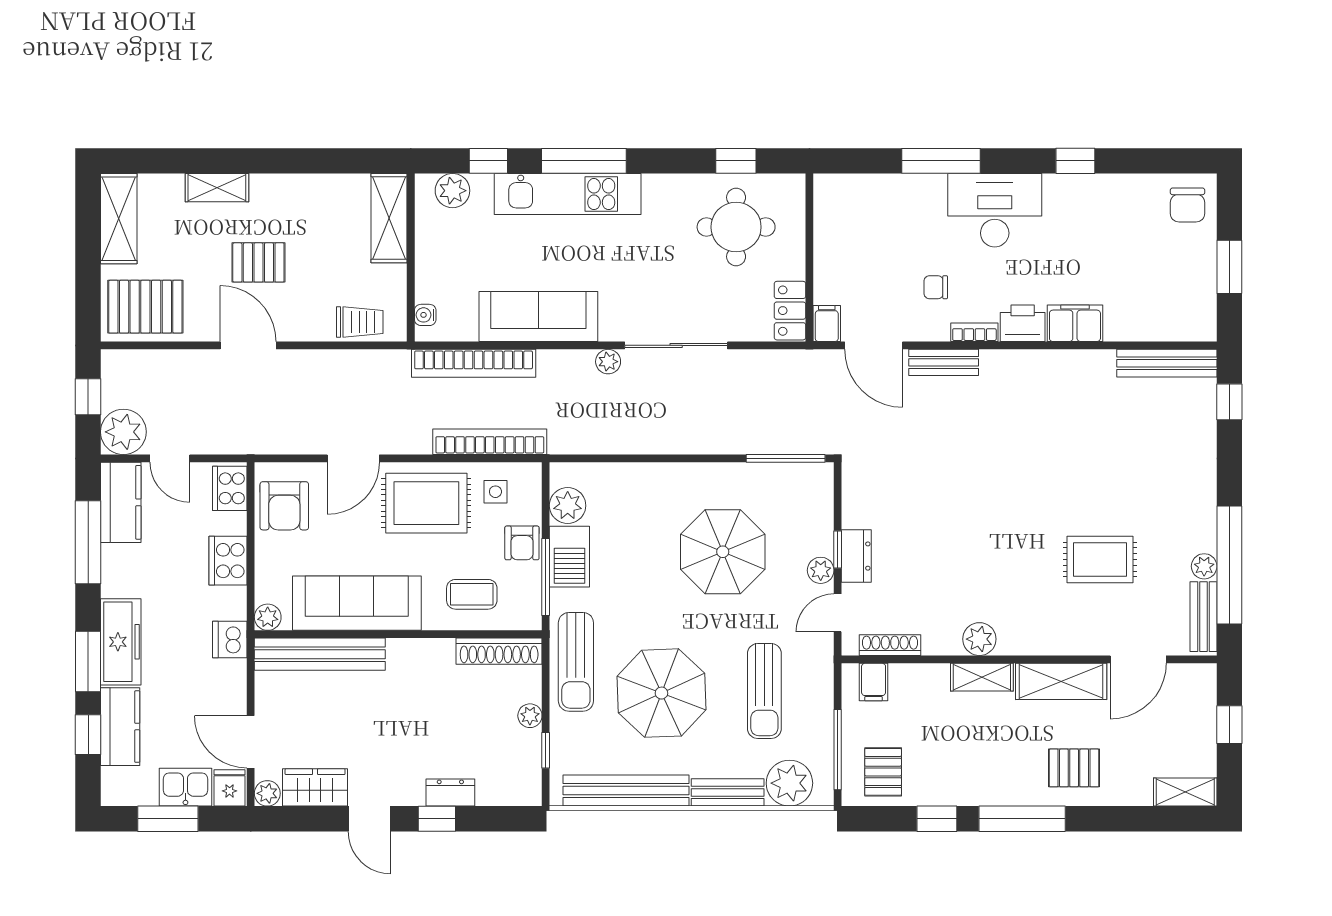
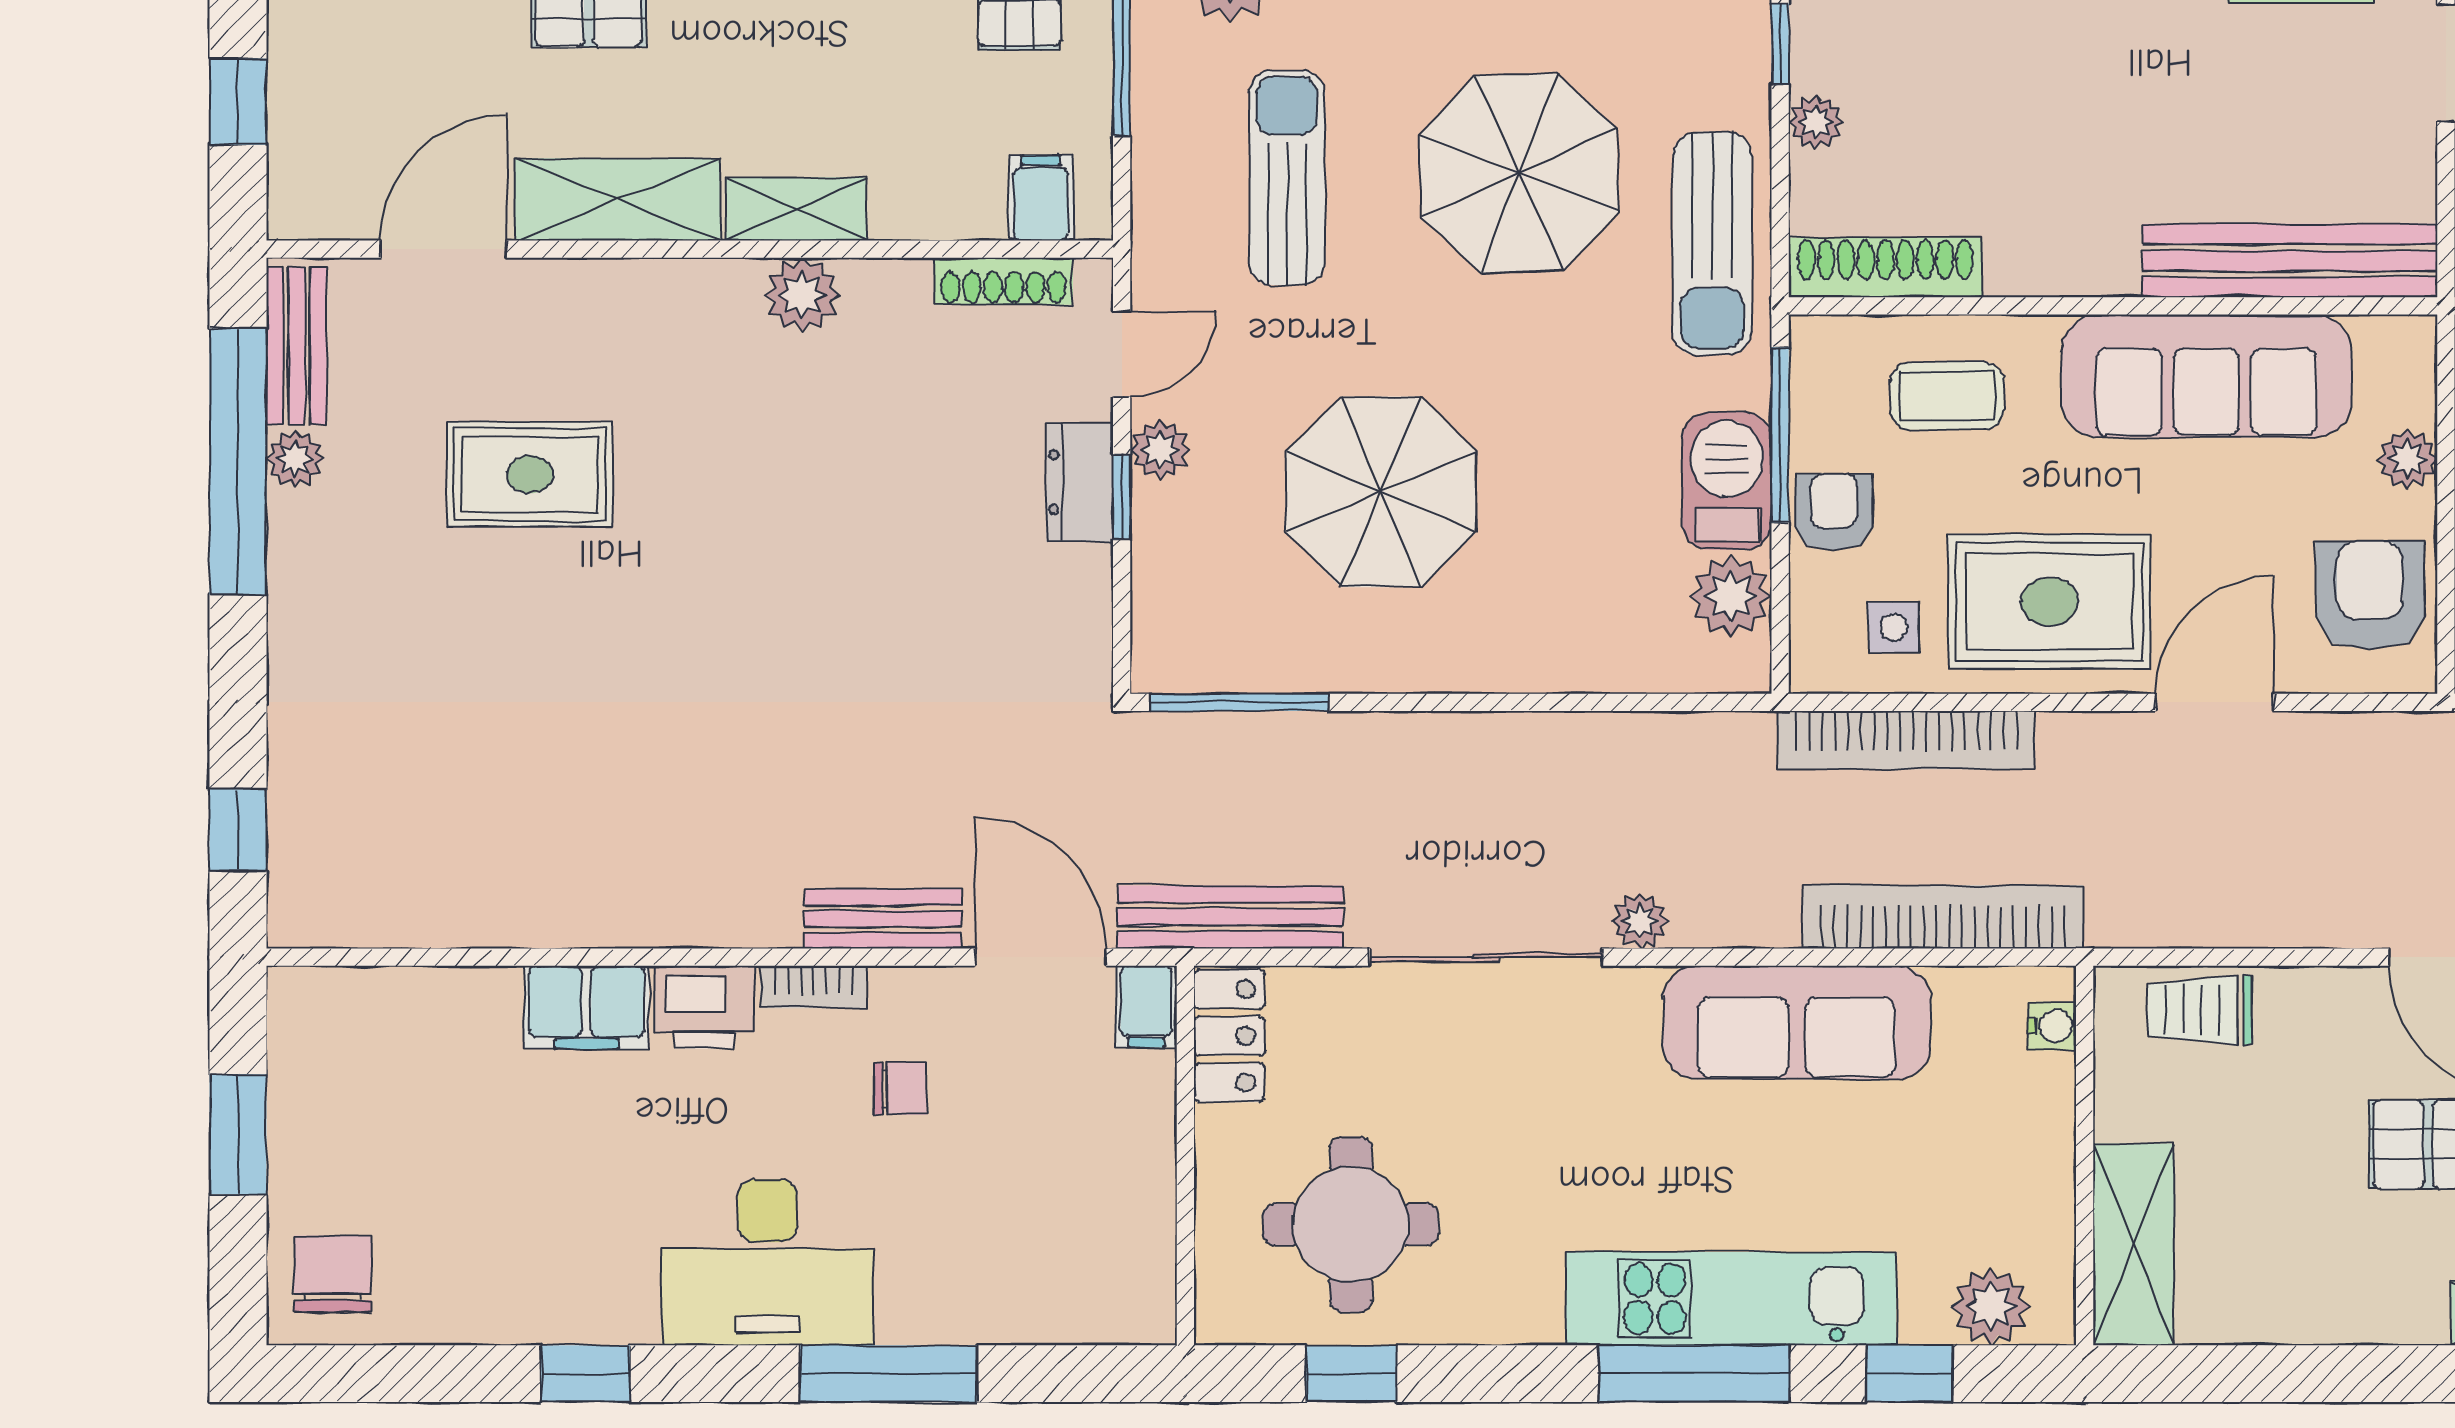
bench: (1167, 363) -> (1230, 917), moved
plant: (268, 617) -> (2407, 459), moved
sun lounger: (576, 662) -> (1712, 243), turned 180

